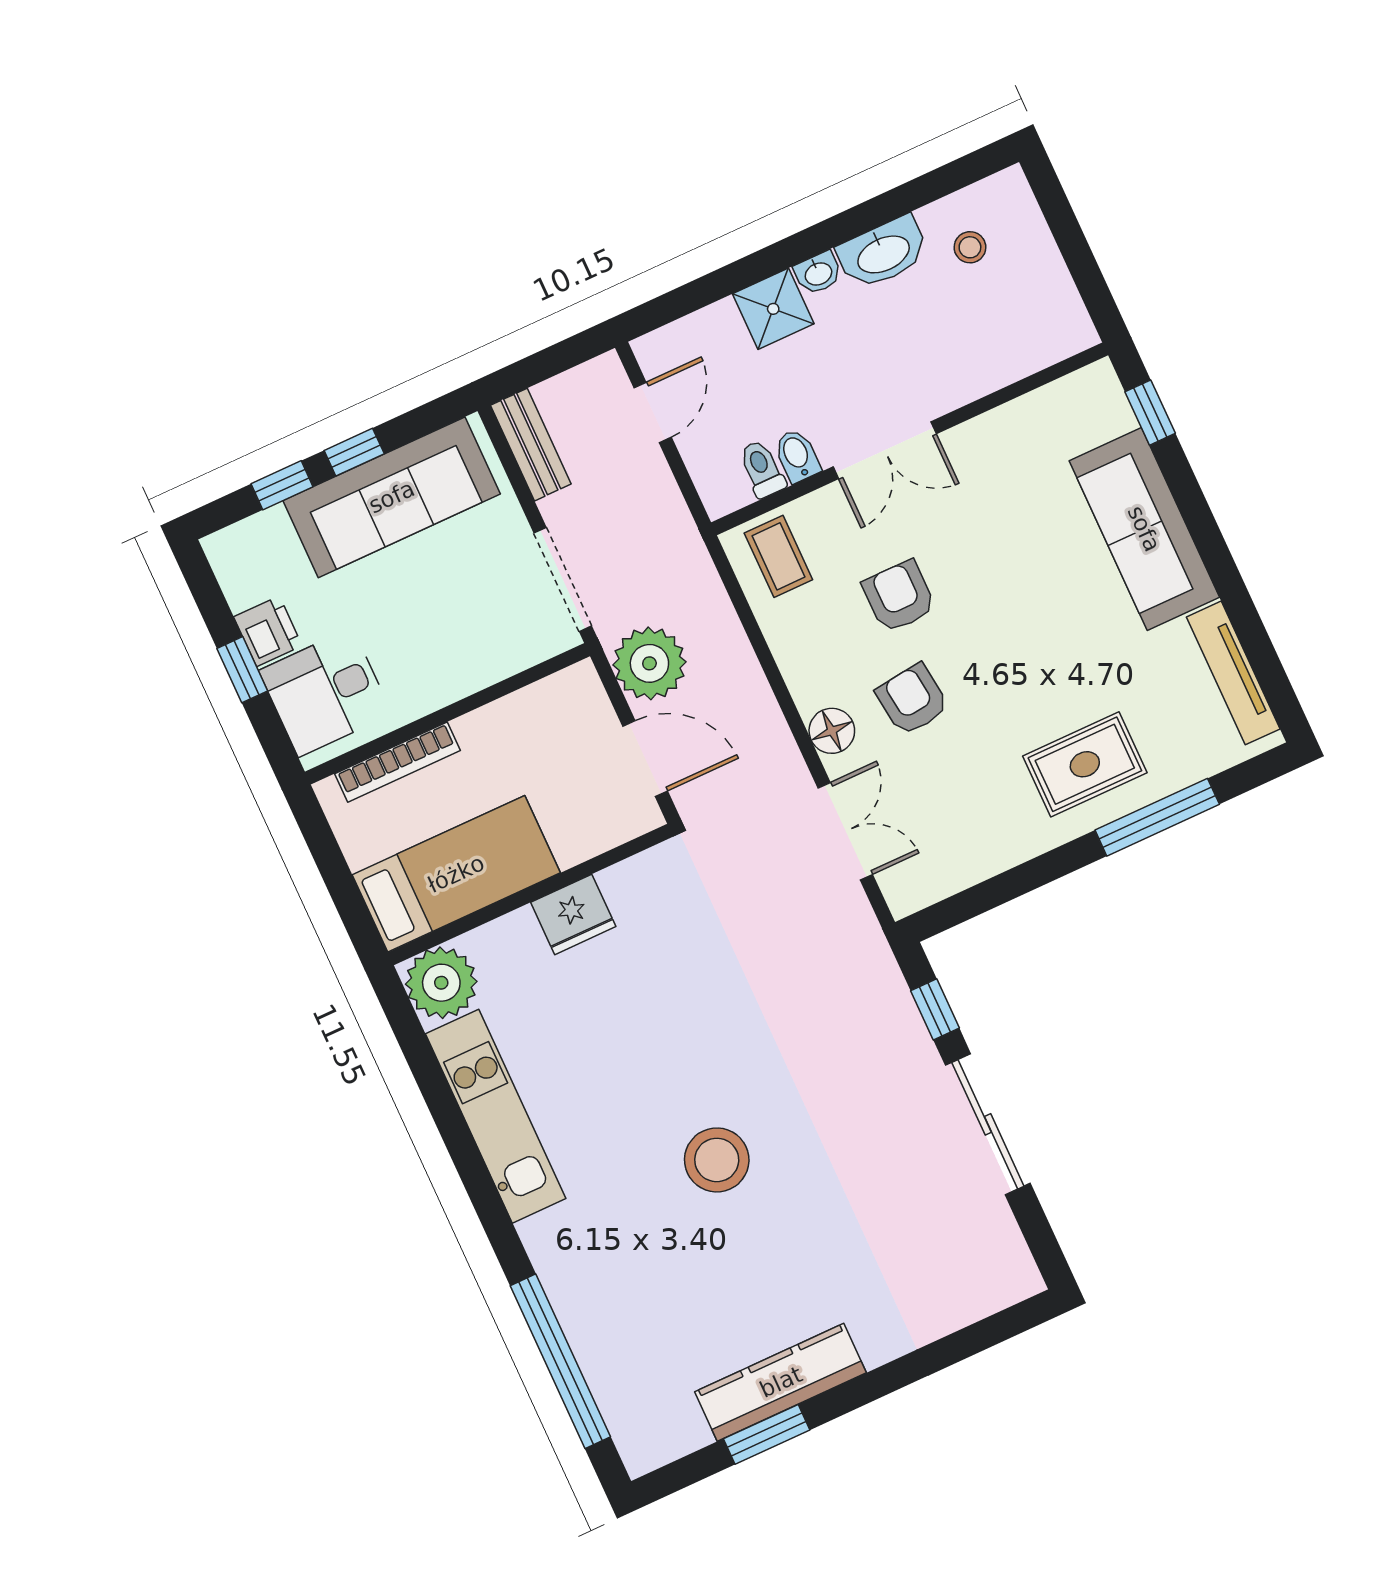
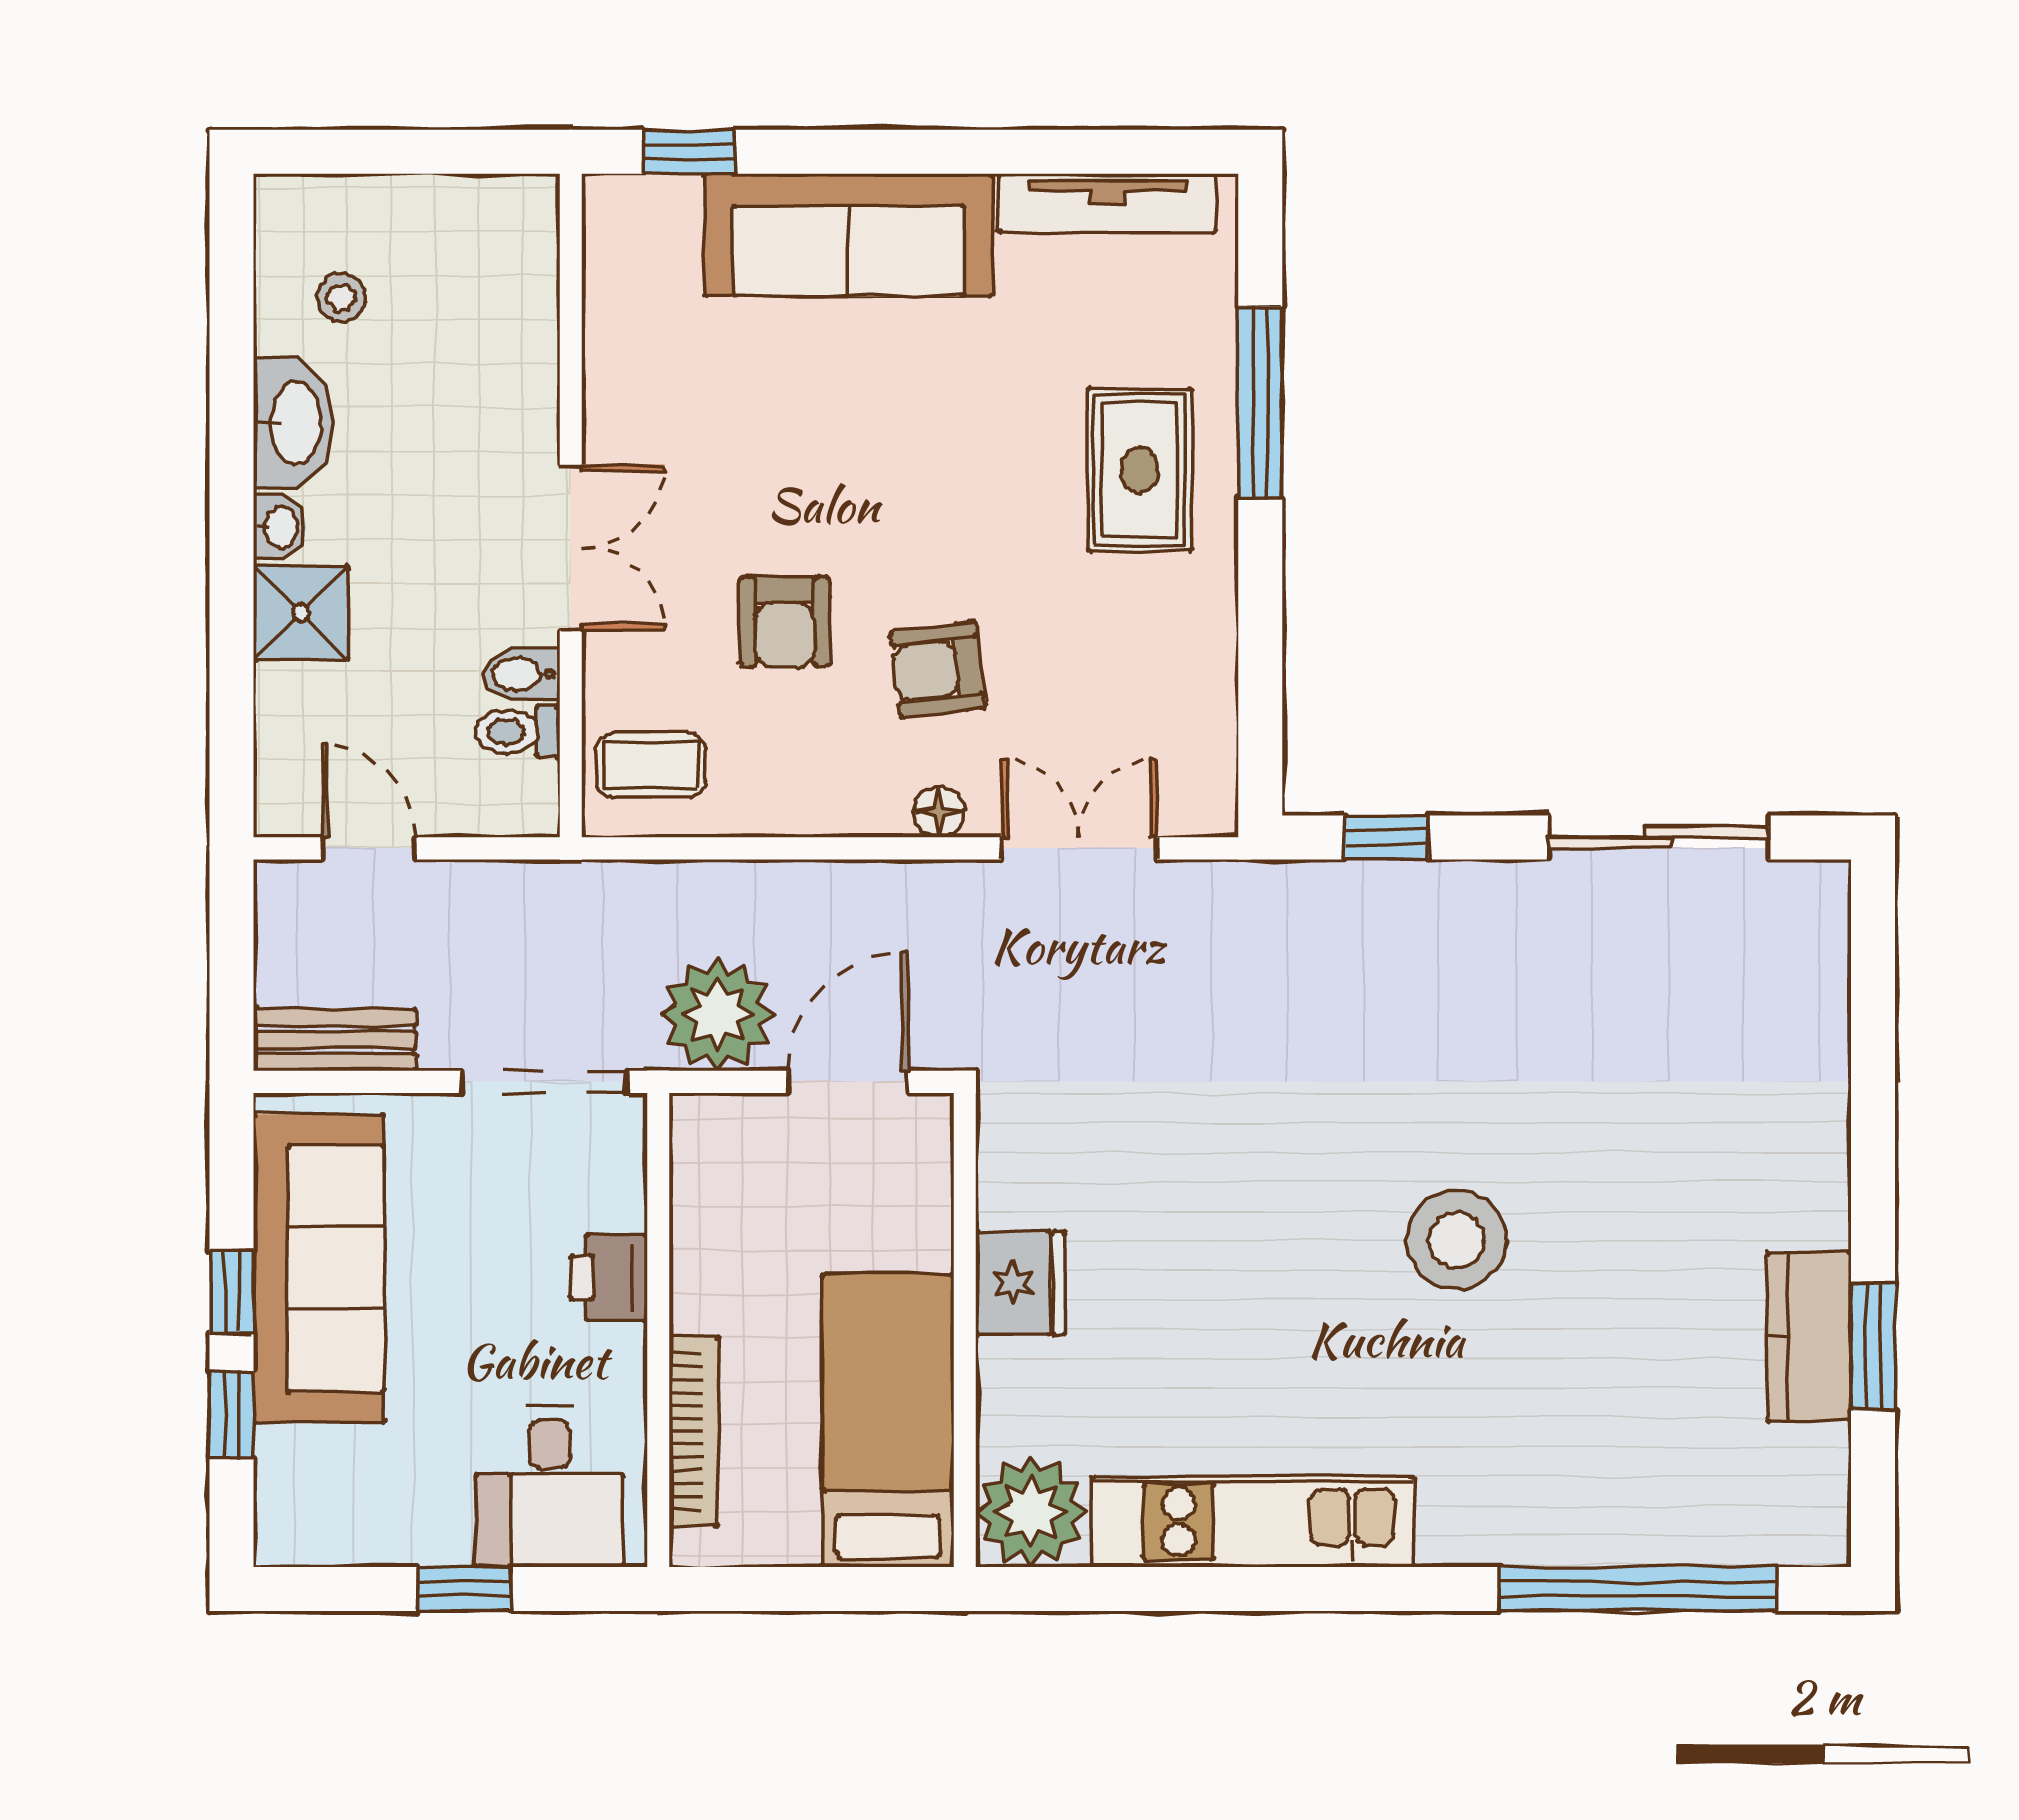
armchair: (899, 596) -> (785, 622), turned -90
printer: (268, 631) -> (609, 1278), moved, turned -90
floor lamp: (832, 731) -> (939, 812), width x0.73, depth x0.73
sliding door: (988, 1124) -> (1658, 837), moved
kitchen counter: (781, 1382) -> (1809, 1336), width x0.67

